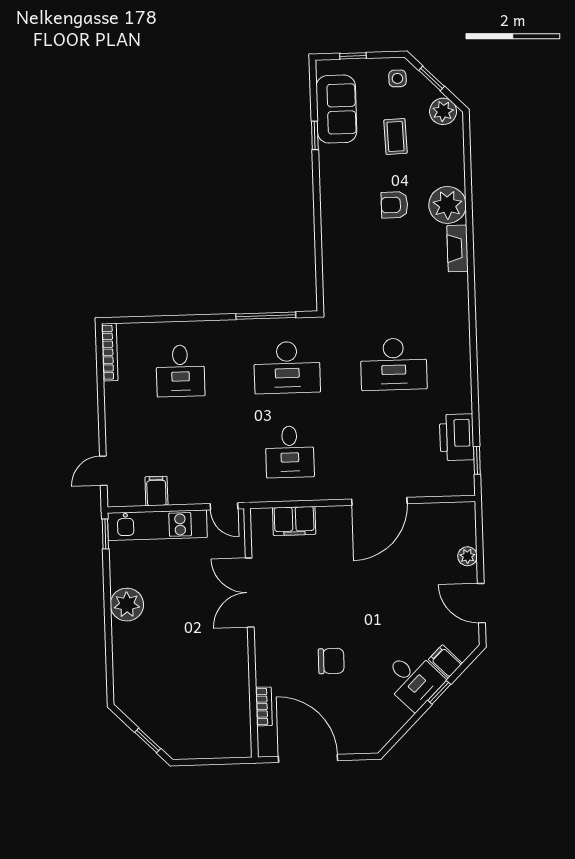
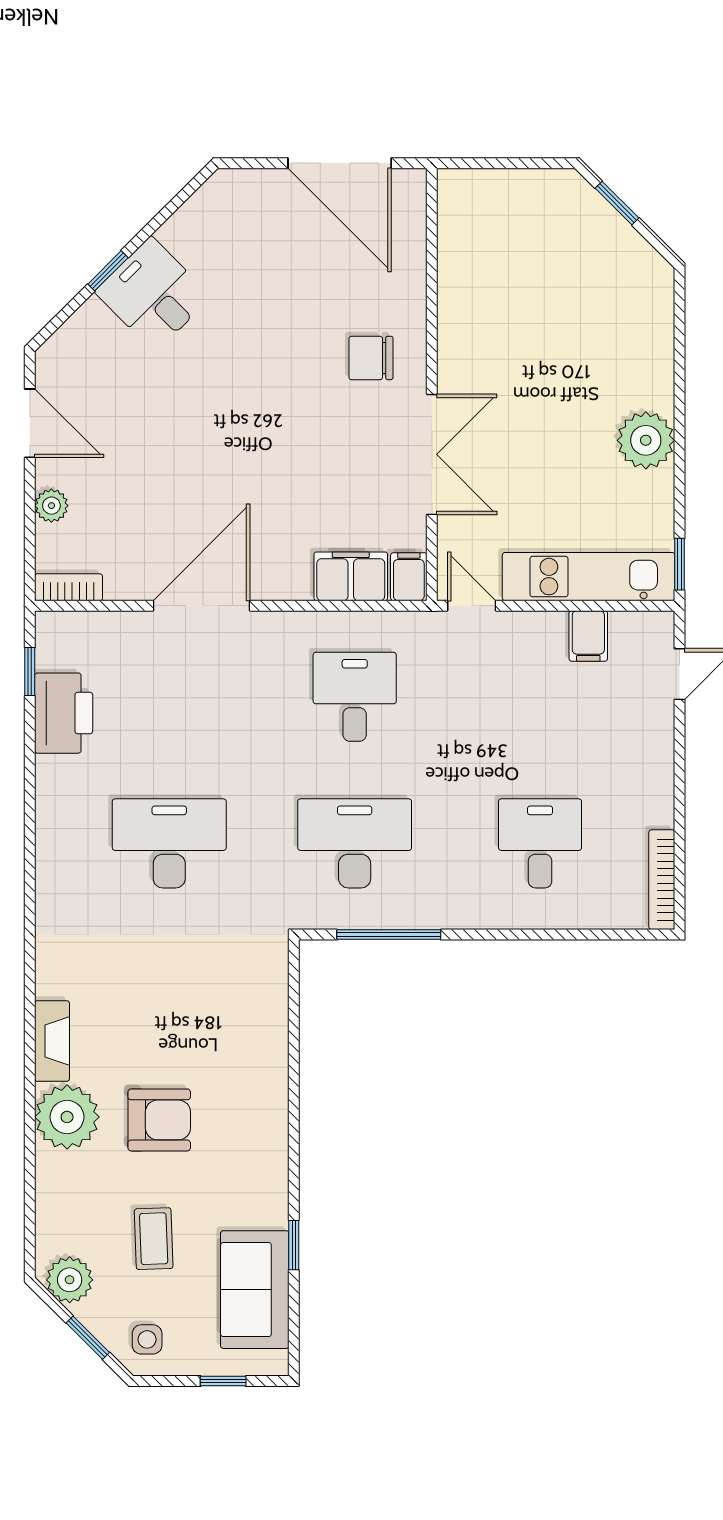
armchair: (394, 205) -> (159, 1120), width x1.38, depth x1.38
chair: (331, 661) -> (371, 358), moved
filing cabinet: (445, 661) -> (409, 577), moved, turned -135
bookcase: (264, 706) -> (69, 587), moved, turned 90

